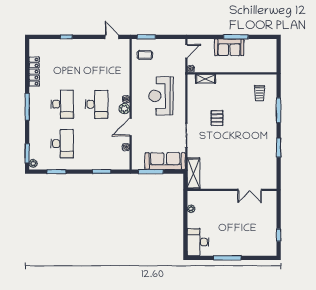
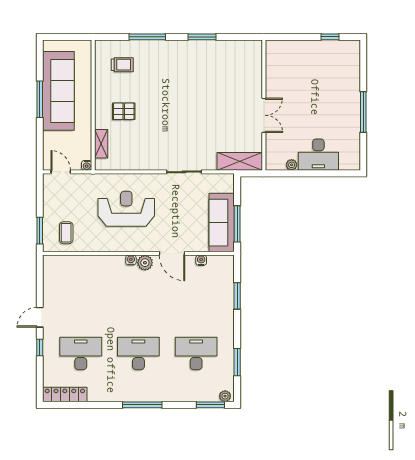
door: (112, 37) -> (40, 317), moved
sofa: (229, 47) -> (58, 91), width x1.85, depth x1.27
locker: (34, 72) -> (65, 395), moved
reception desk: (161, 96) -> (126, 209), turned 180
desk: (97, 104) -> (81, 354), moved
pallet: (217, 118) -> (124, 111), moved
sofa: (165, 161) -> (222, 223), moved
double door: (250, 190) -> (264, 115), moved
desk: (198, 242) -> (318, 155), moved

